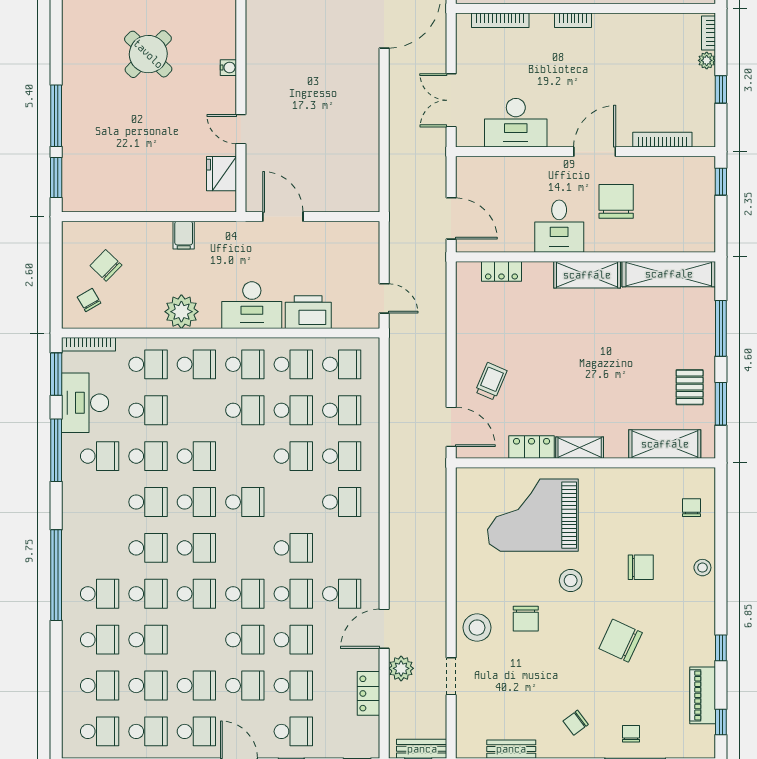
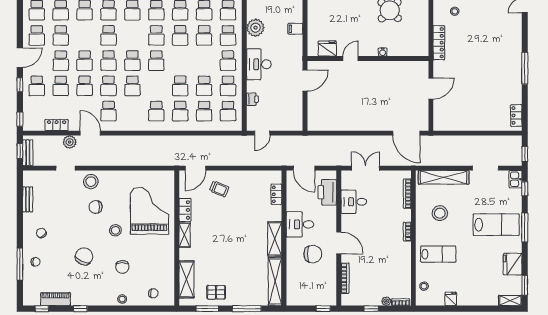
desk: (516, 123) -> (354, 202), width x0.73
printer: (497, 174) -> (327, 192), added
door: (451, 218) -> (304, 168), hinge flipped
printer: (308, 312) -> (252, 99), width x0.53, depth x0.68
school desk: (245, 410) -> (204, 35), moved
school desk: (196, 548) -> (132, 61), moved

